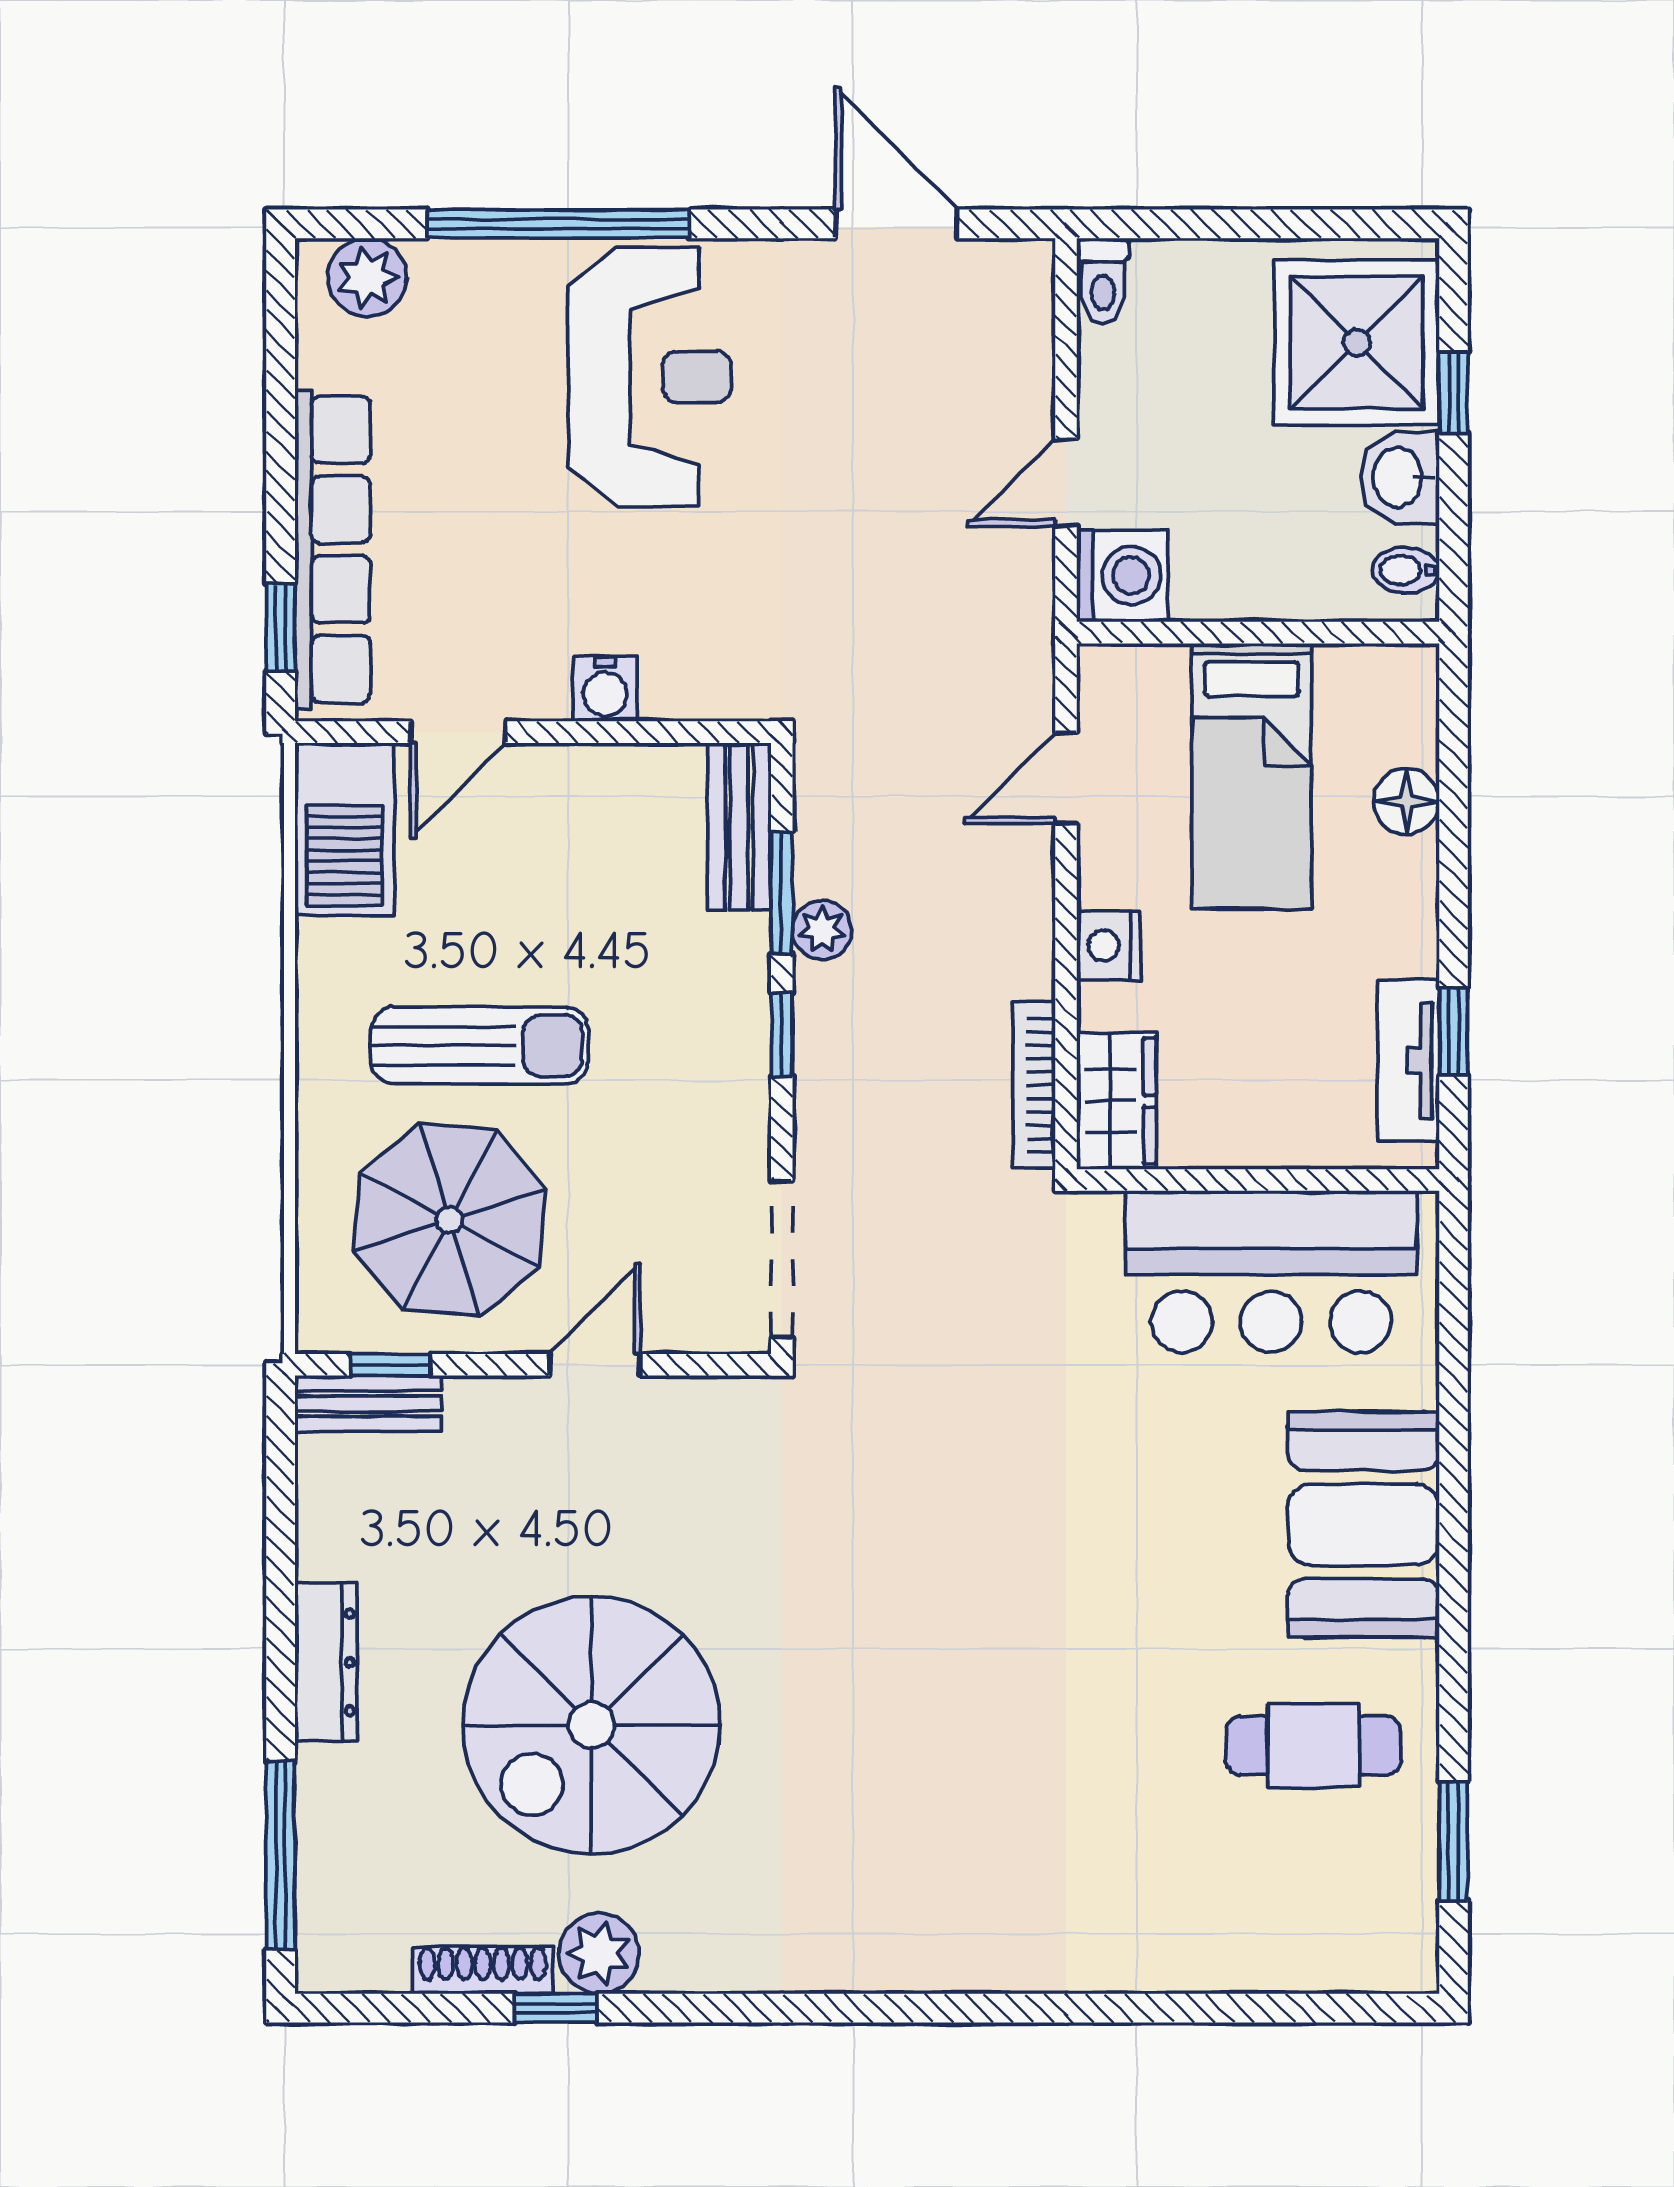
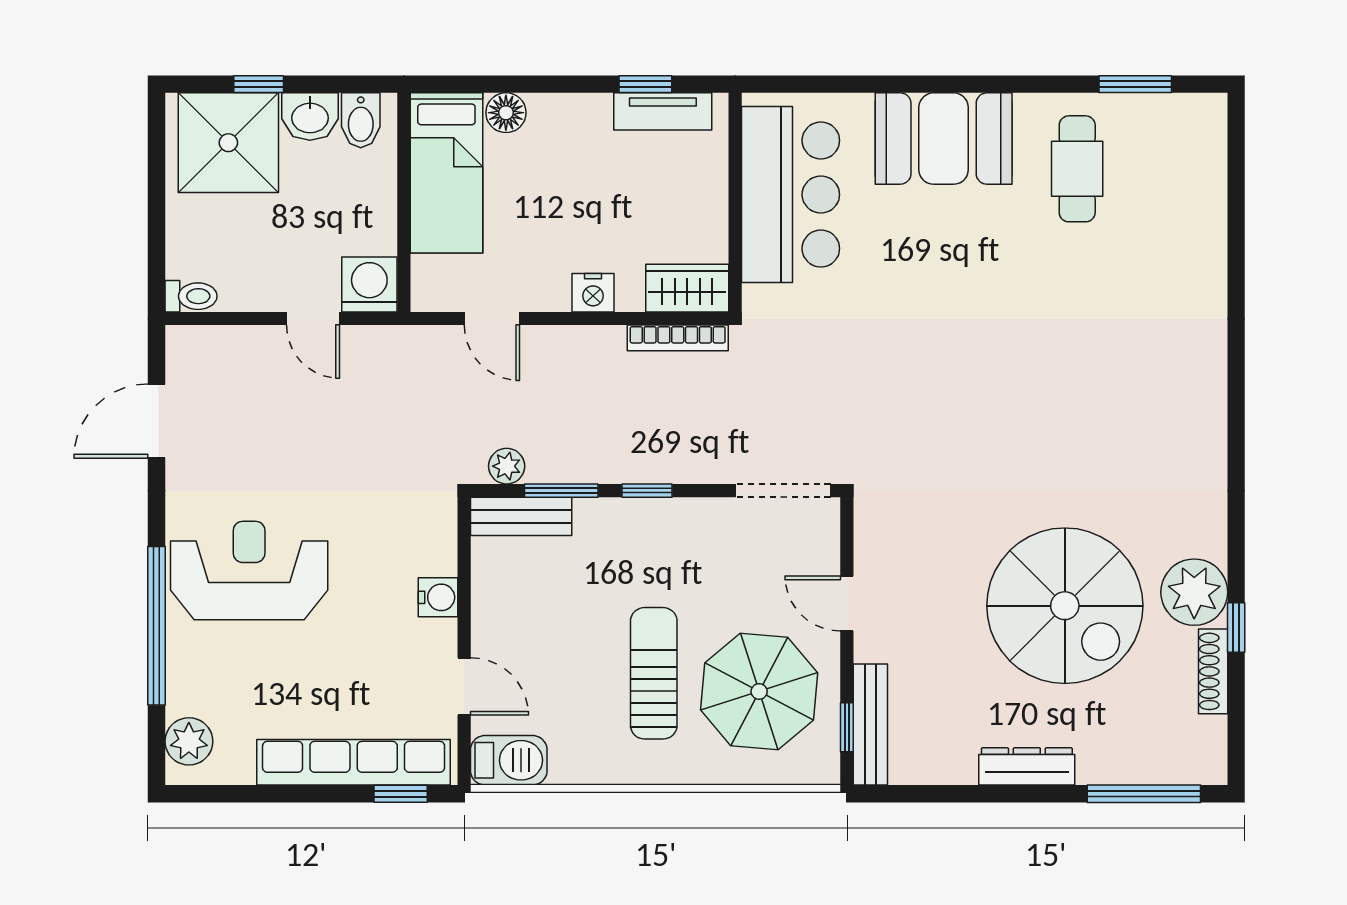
bidet: (1406, 570) -> (361, 120), width x1.38, depth x1.36
bed: (1252, 776) -> (446, 173), moved, turned 90
barbecue: (345, 829) -> (509, 760), width x0.73, depth x0.83
plant: (822, 930) -> (507, 466), moved
bench: (368, 1404) -> (870, 724), width x1.36
plant: (599, 1954) -> (1194, 592), width x1.36, depth x1.36

